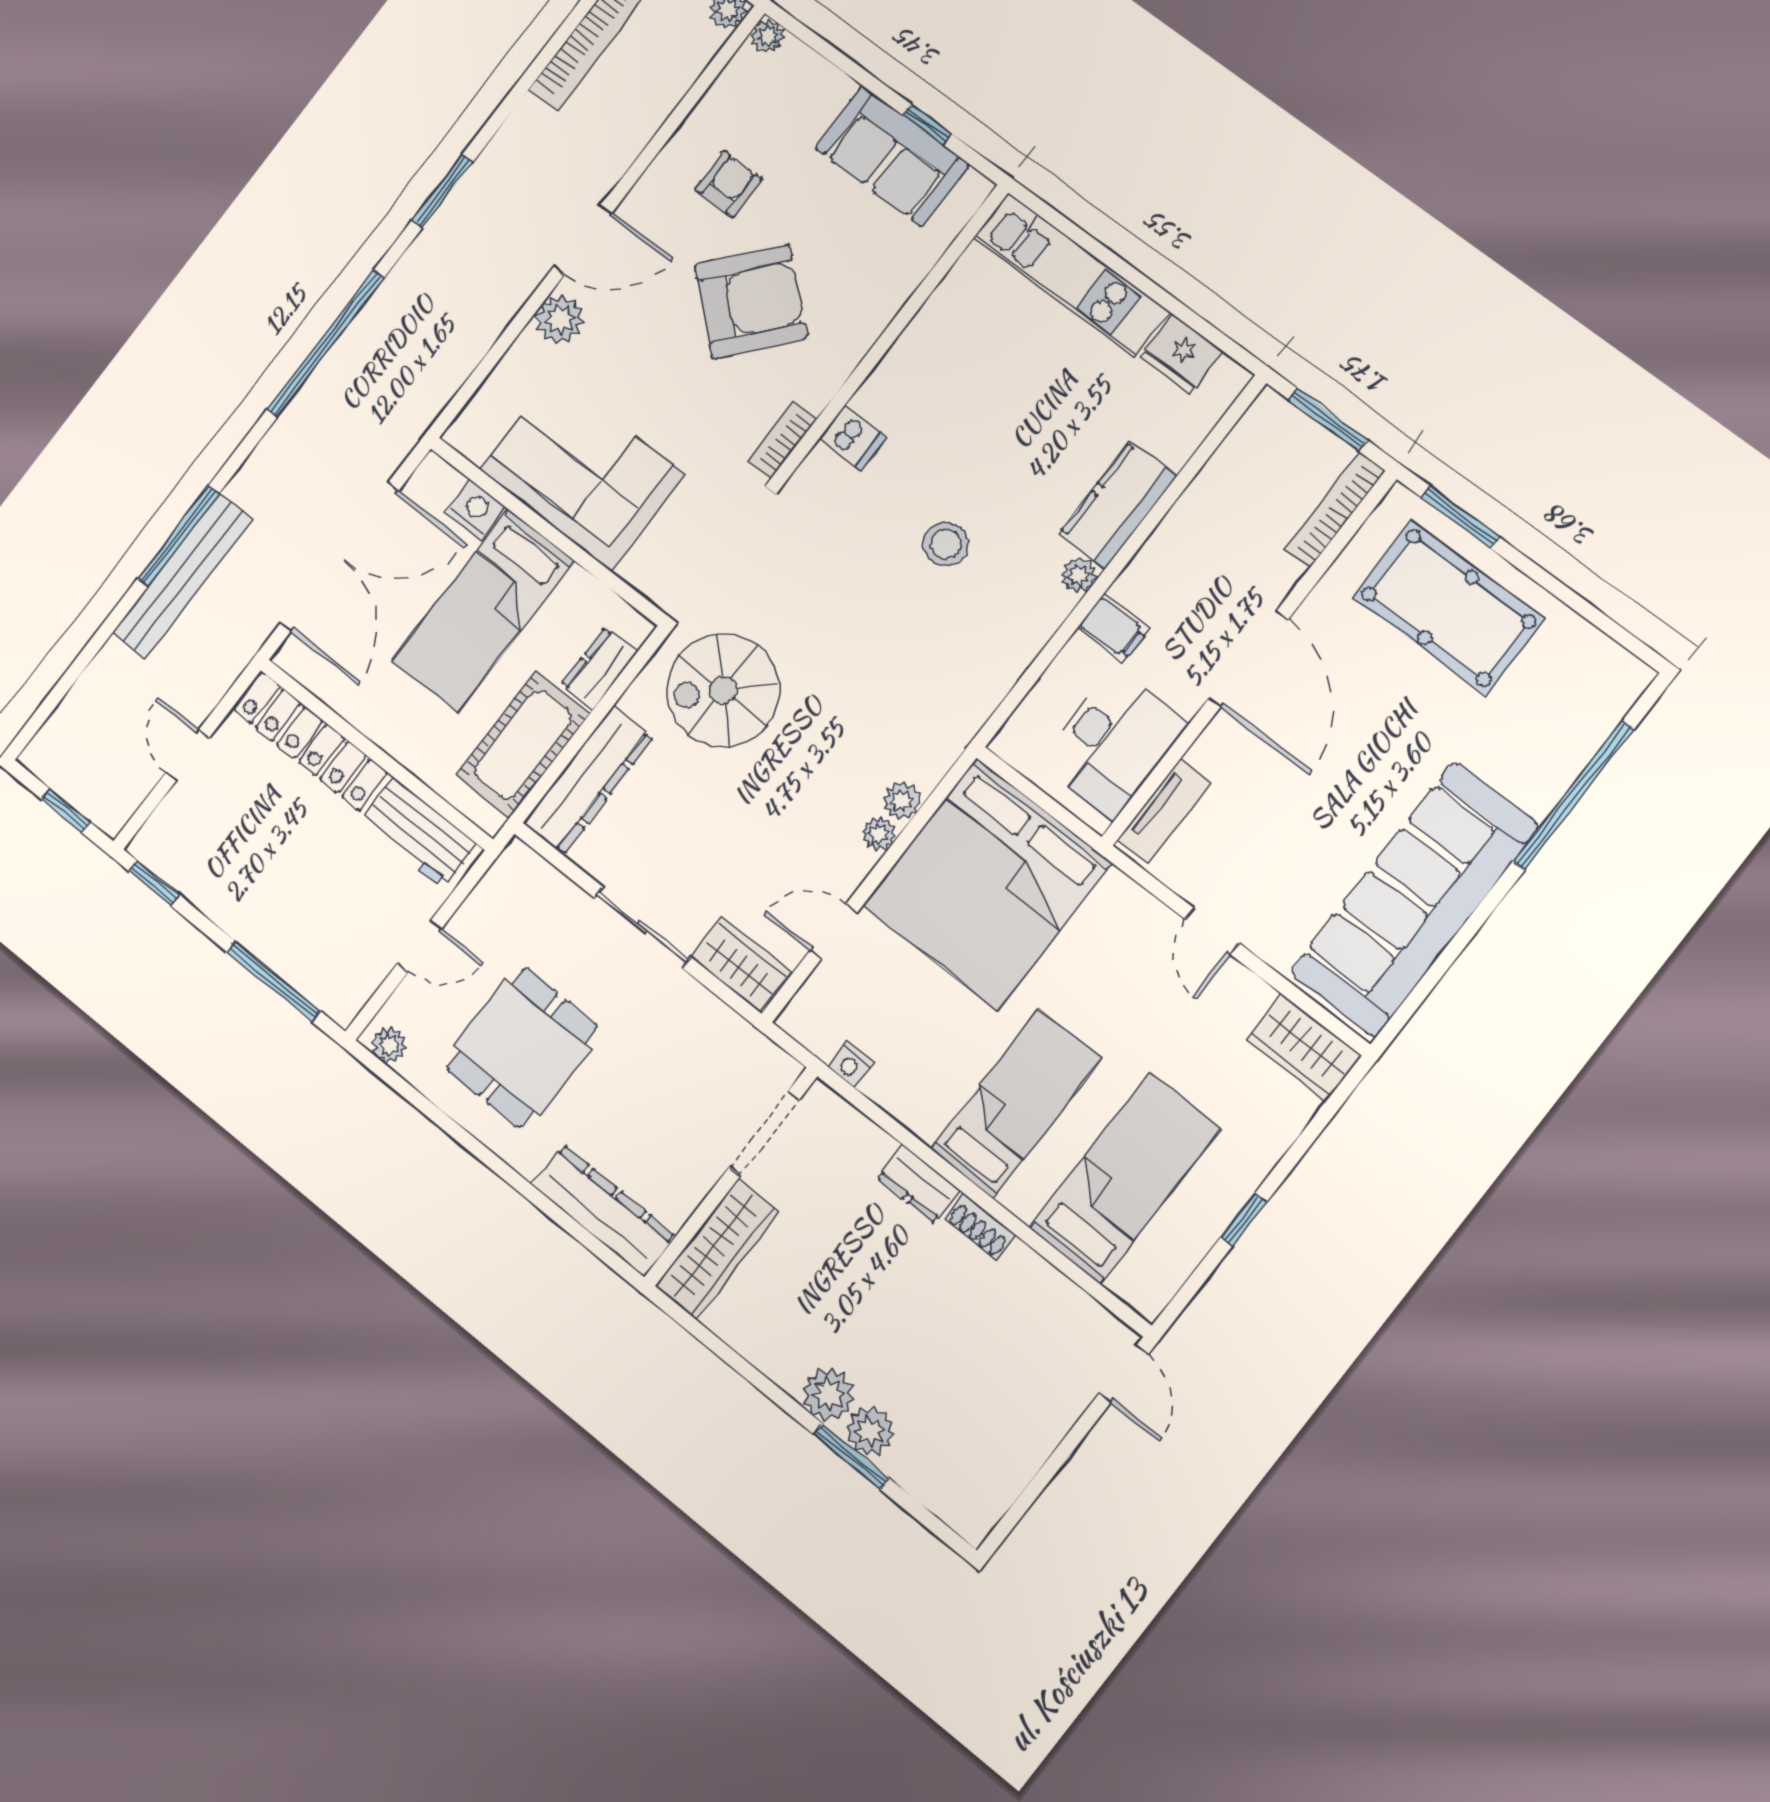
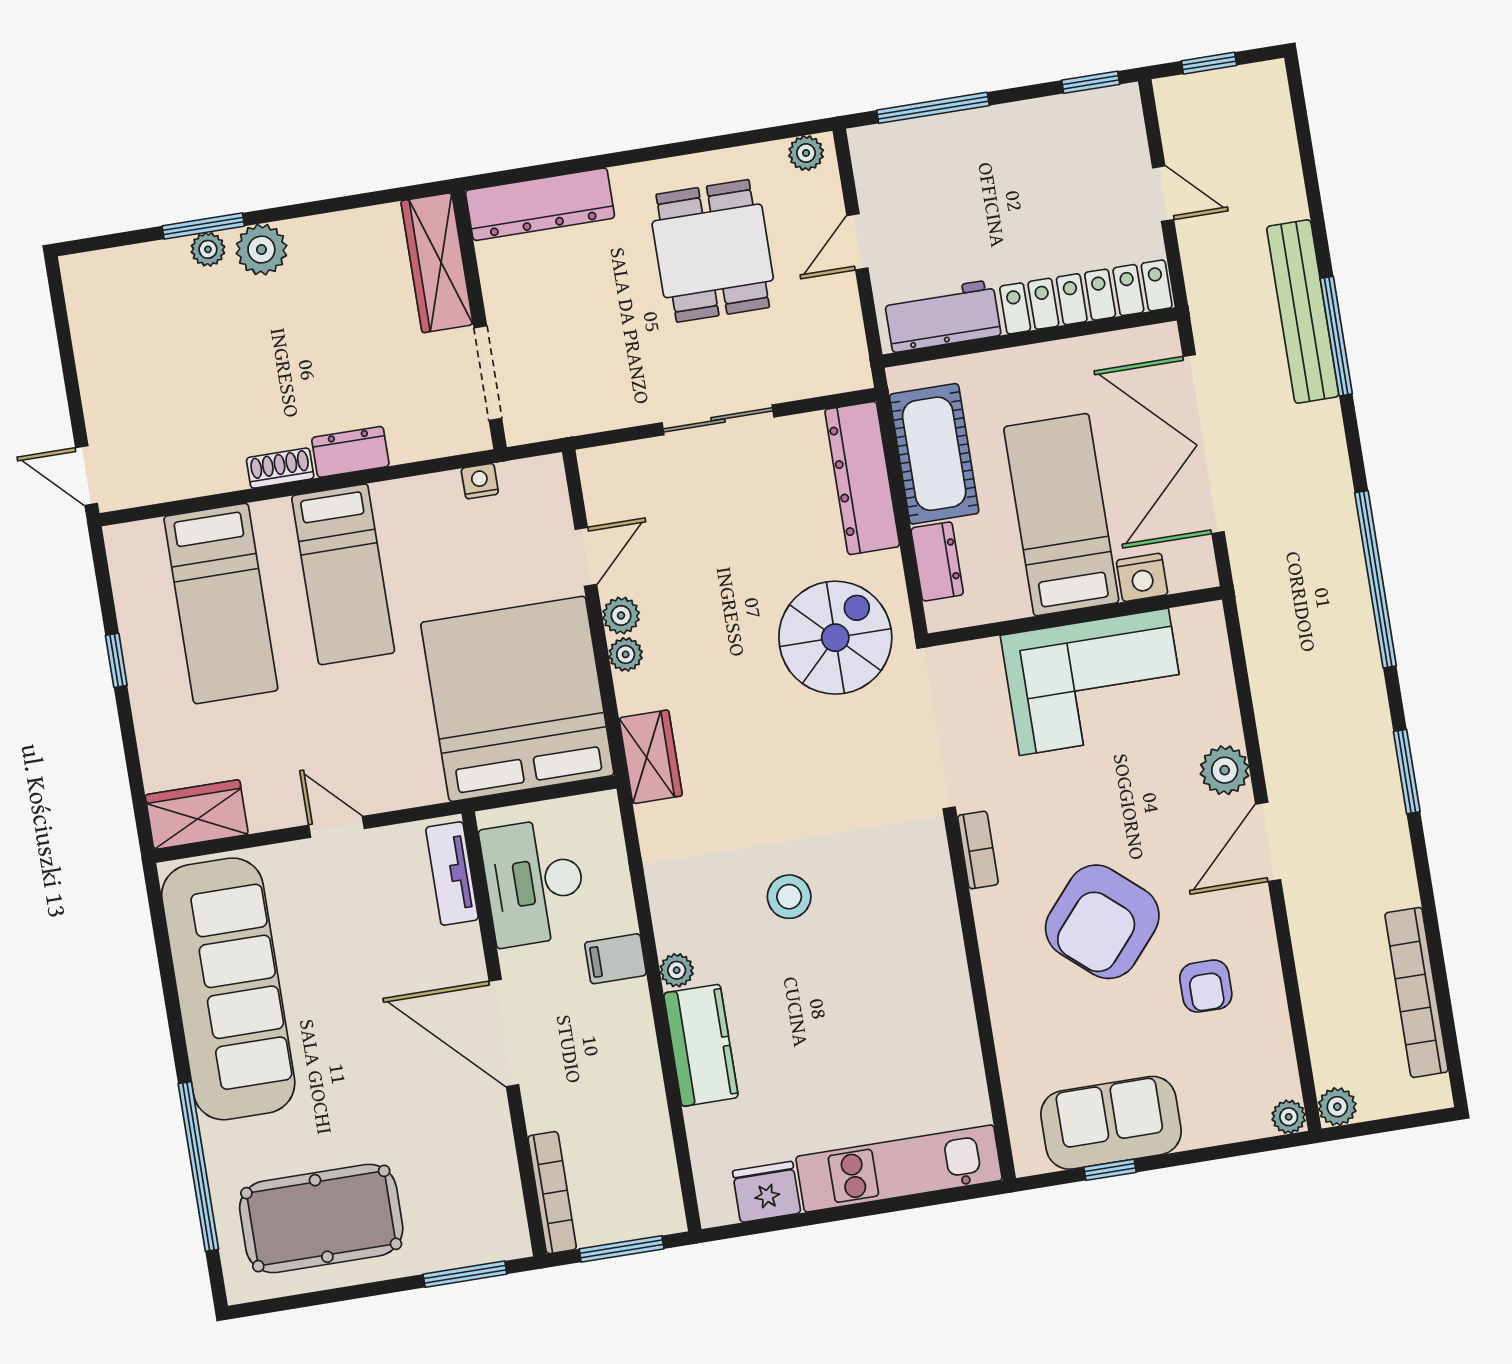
dishwasher: (853, 438) -> (930, 902), removed
pool table: (1448, 608) -> (321, 1218), moved
plant: (902, 801) -> (621, 615), moved
wardrobe: (741, 964) -> (651, 757), moved, turned -90
plant: (870, 1431) -> (208, 249), width x0.73, depth x0.73

